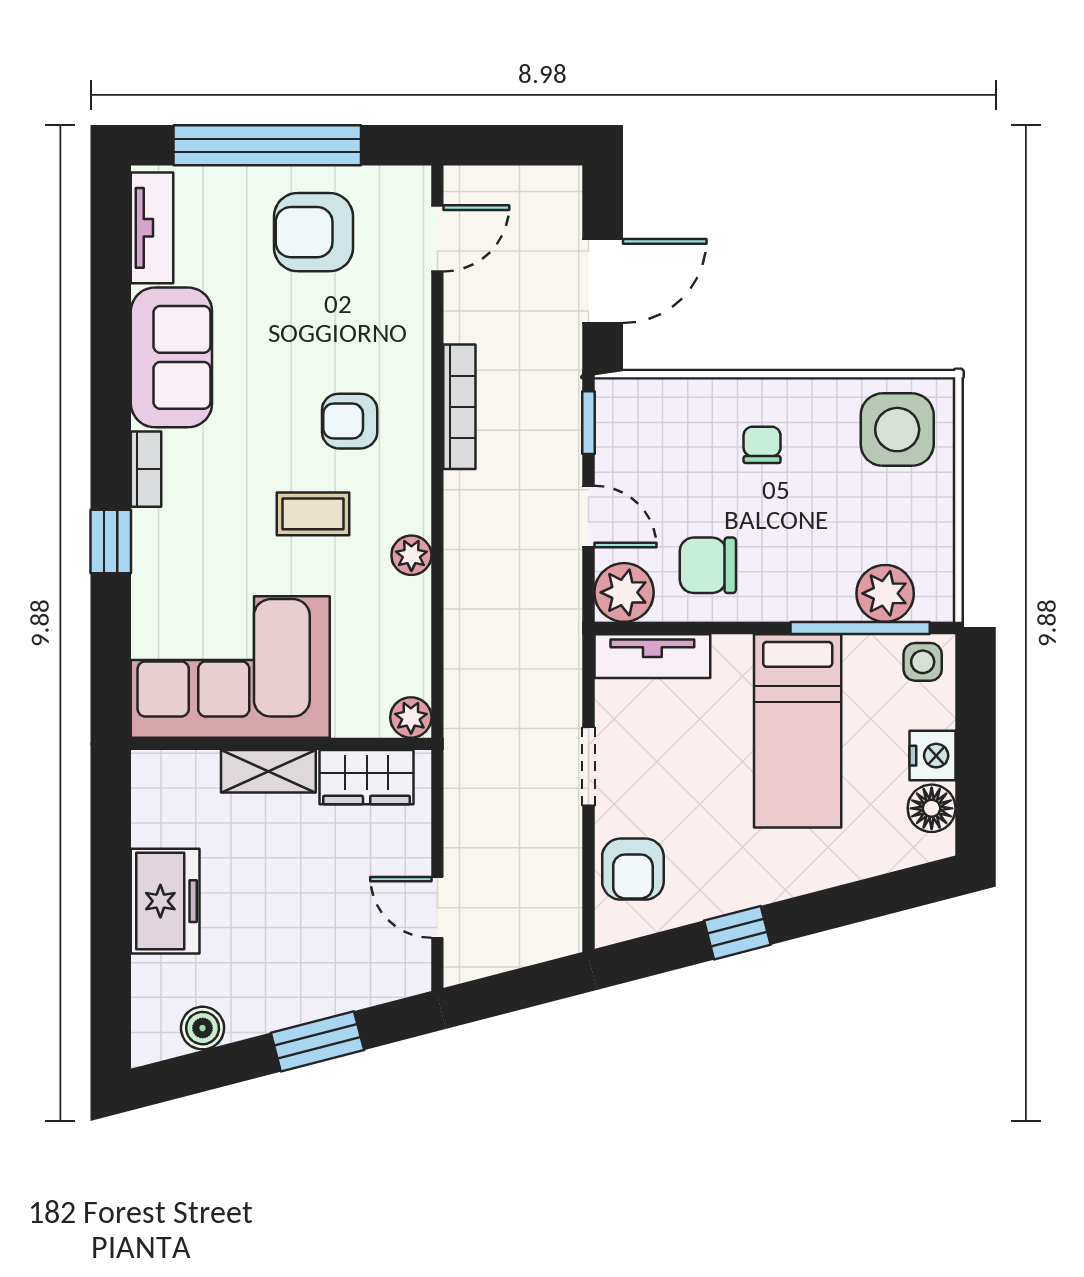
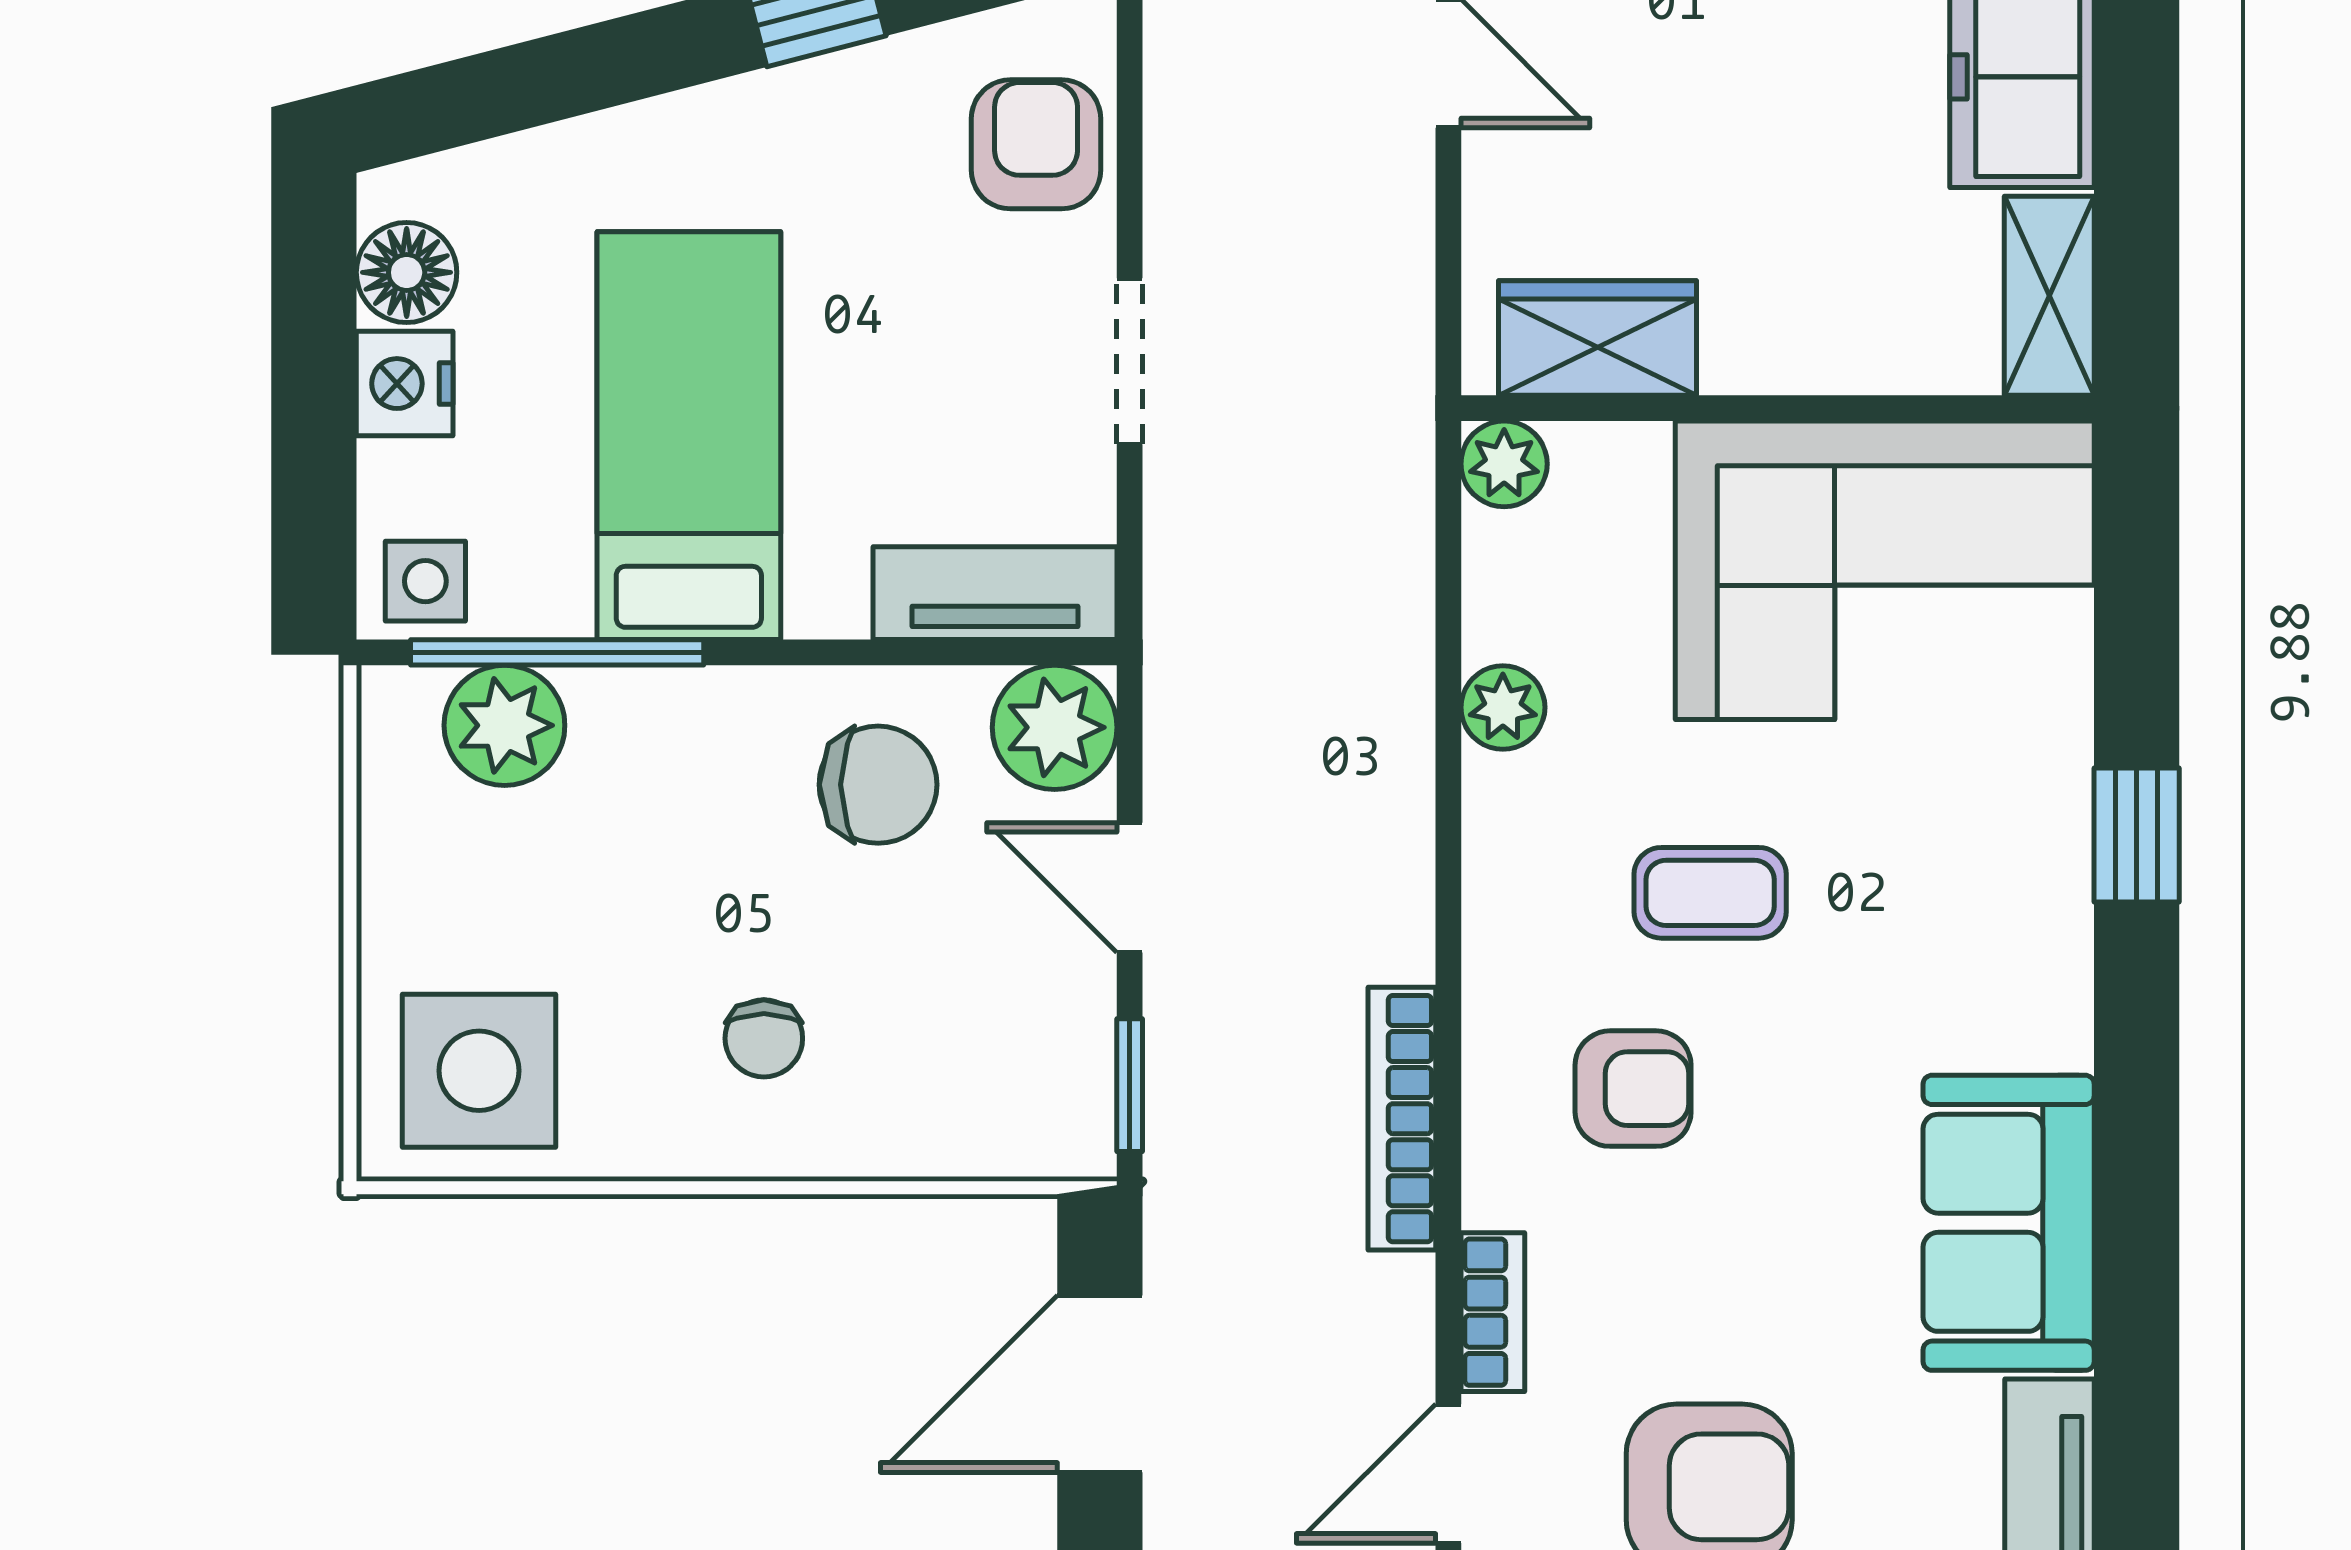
bookcase: (146, 469) -> (1493, 1312), moved, turned 180
plant: (411, 555) -> (1503, 707), moved
shelving: (268, 771) -> (2049, 296), moved, turned 90

